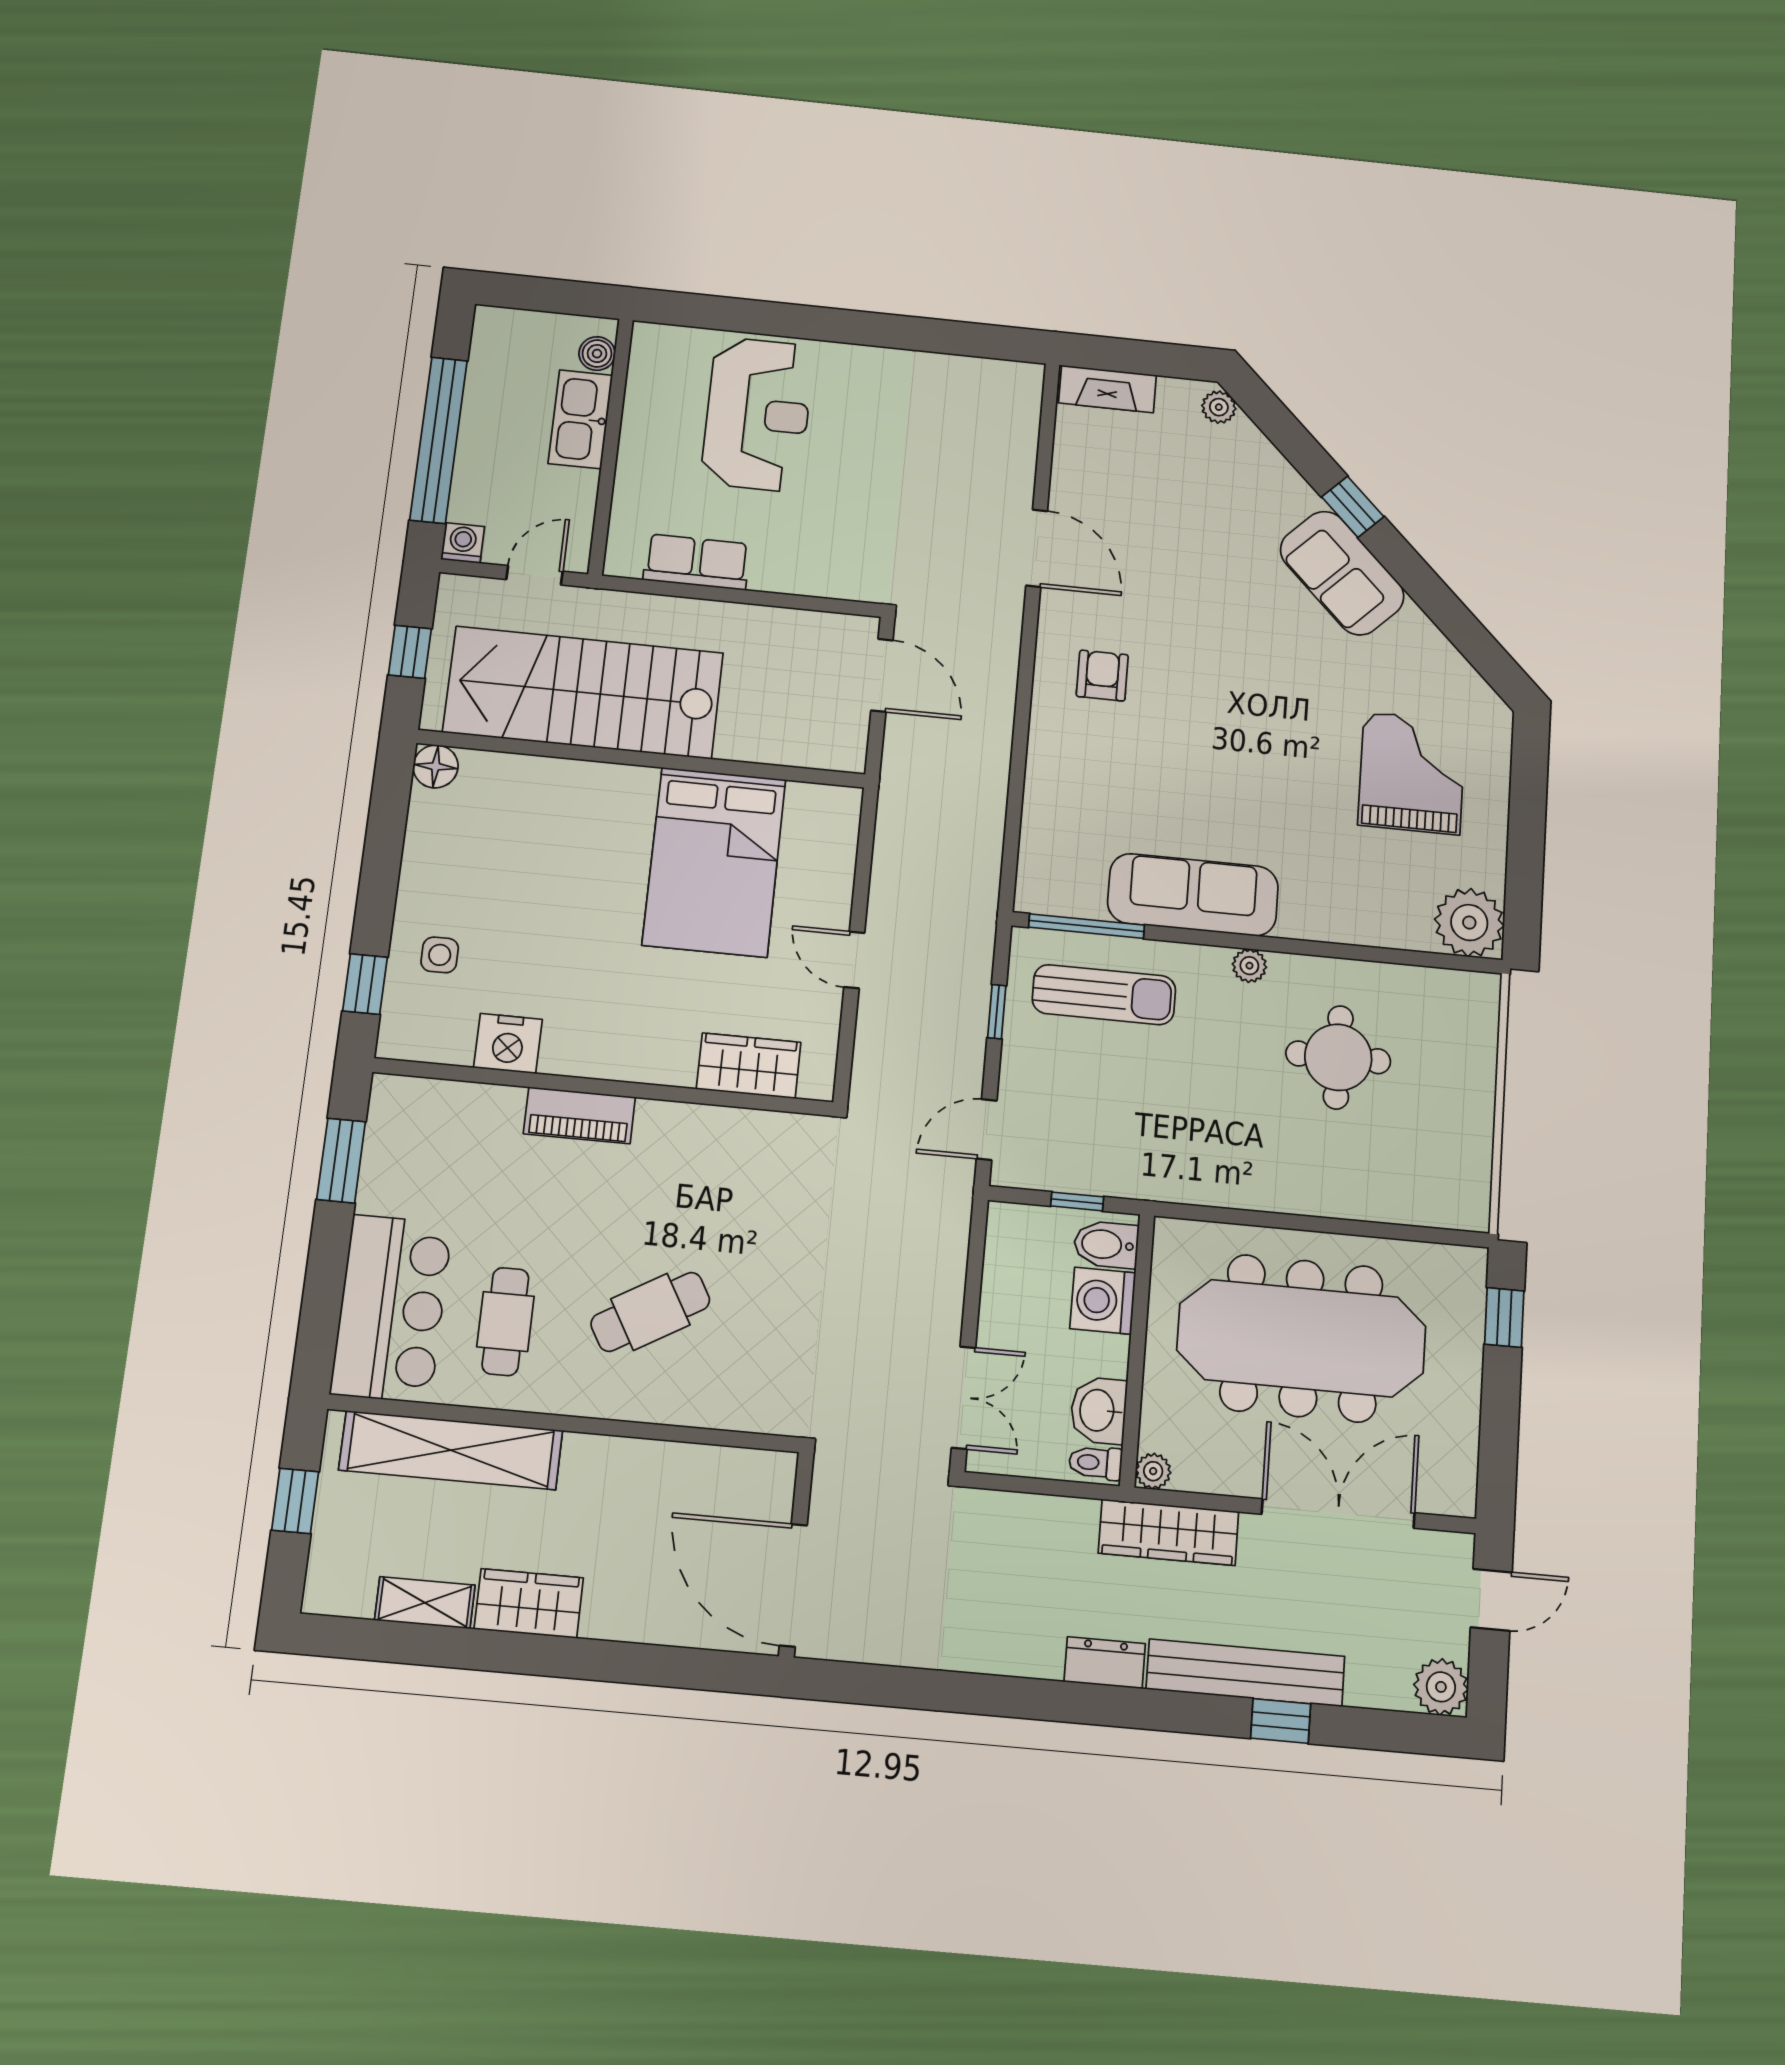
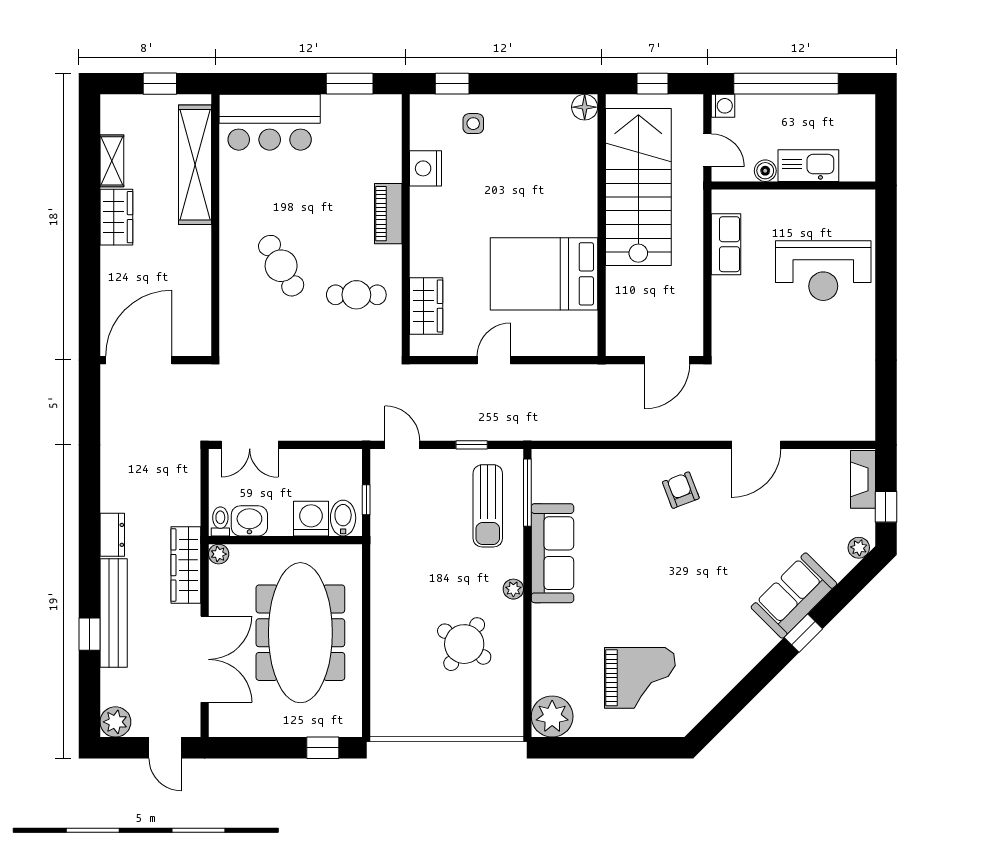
boiler: (597, 354) -> (765, 171), moved
window: (1155, 359) -> (886, 507), added
sofa: (1342, 573) -> (794, 596), moved
armchair: (1102, 676) -> (681, 490), turned -111
round table: (1338, 1057) -> (464, 644), turned 34
cafe table: (505, 1322) -> (356, 295), moved

